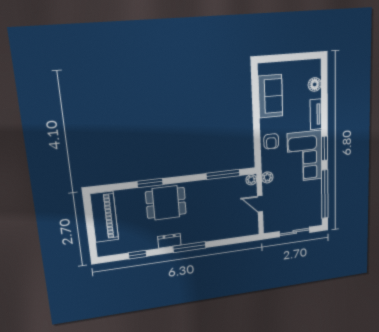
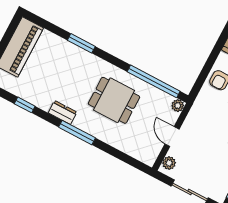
window: (223, 174) -> (154, 81), width x1.46
plant: (267, 177) -> (169, 163), moved
dining table: (166, 203) -> (114, 100), moved

